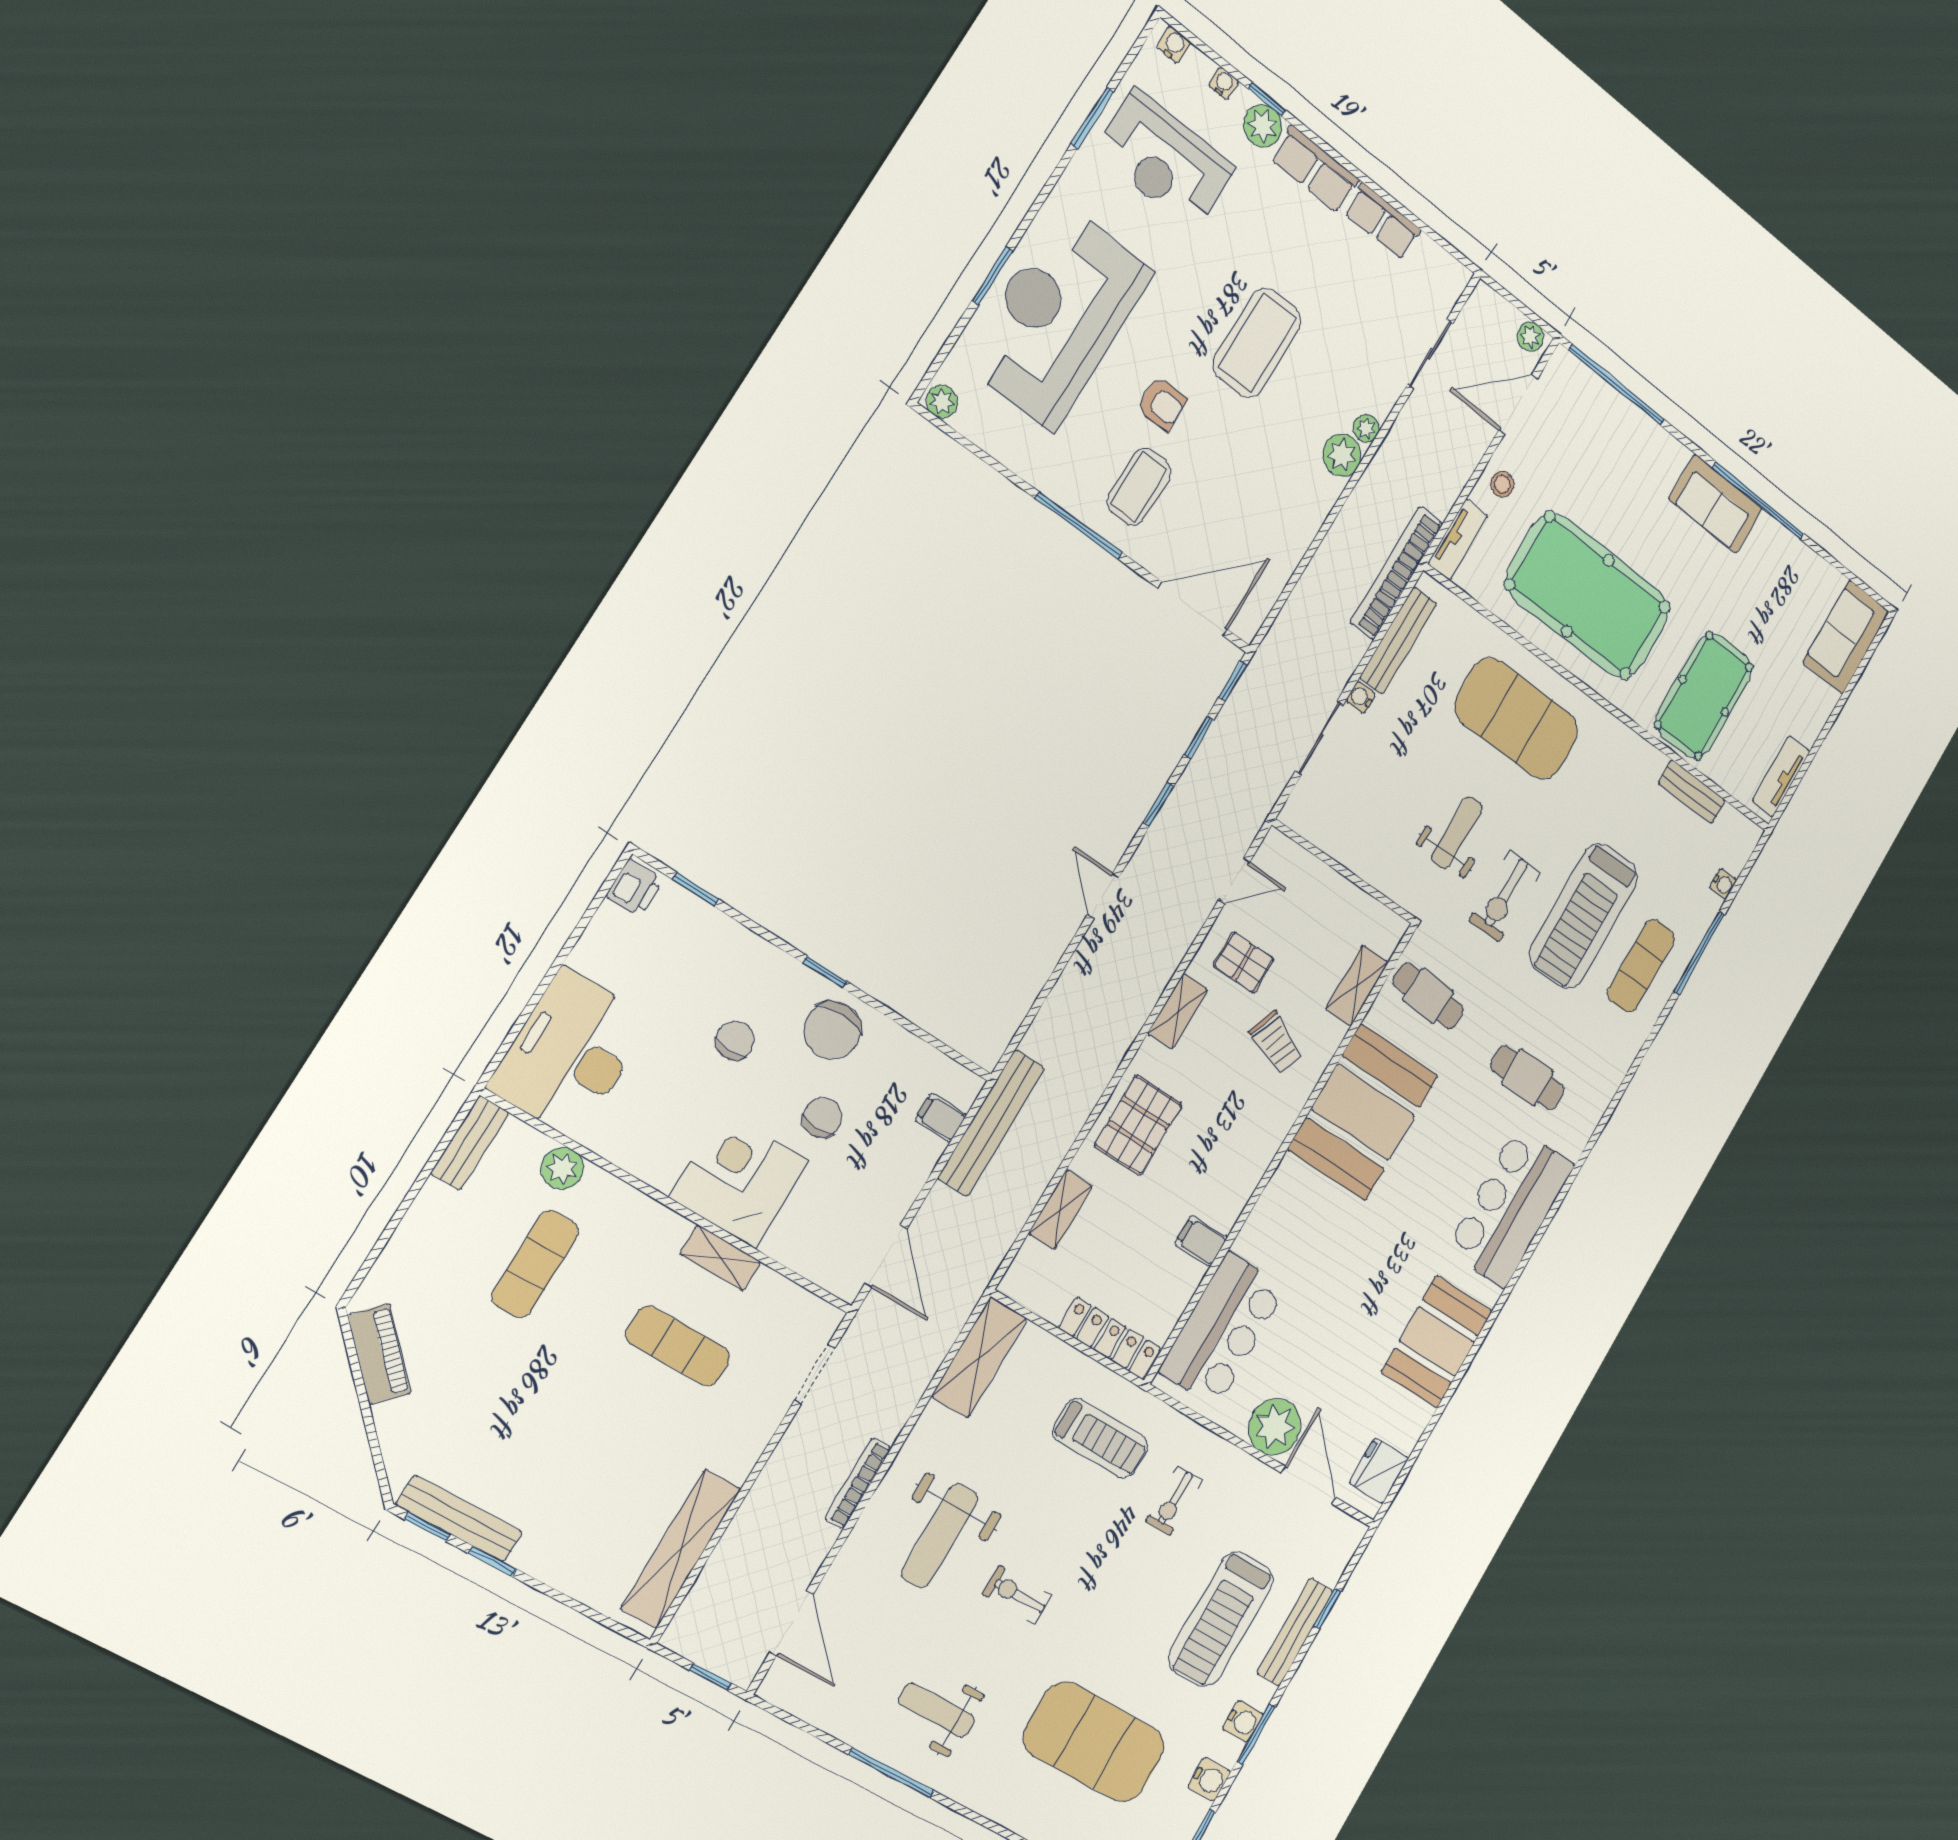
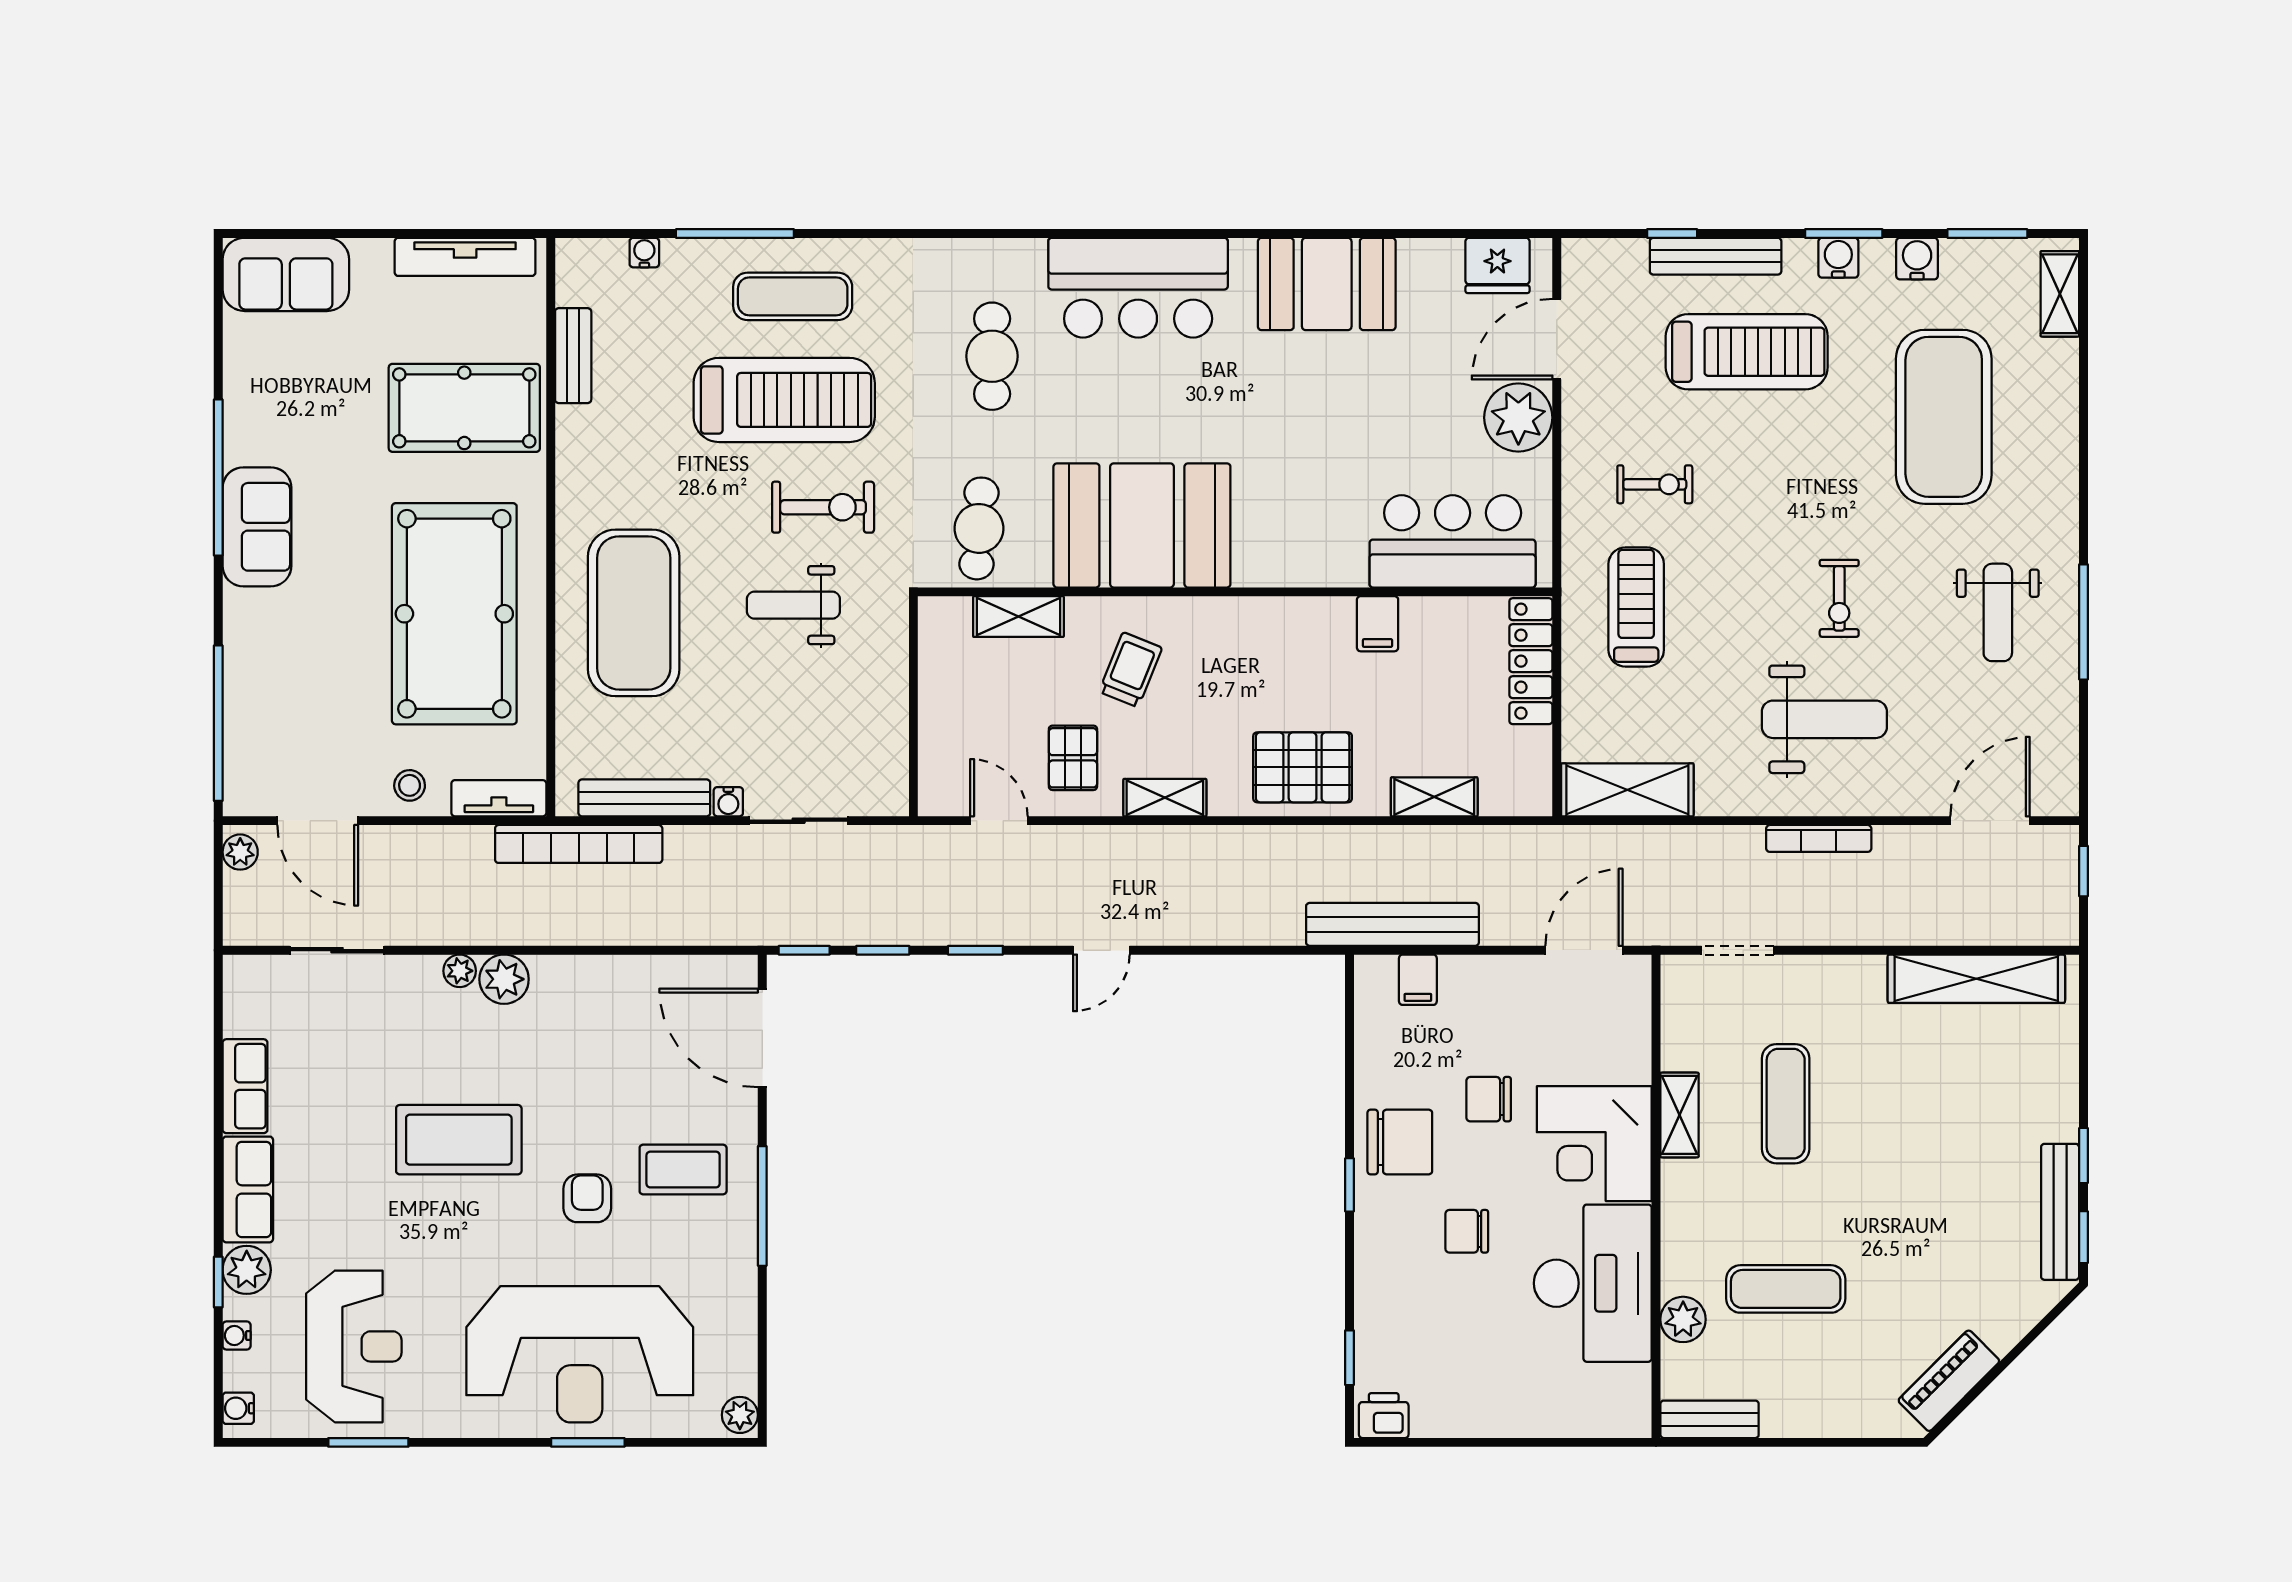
tv unit: (1781, 776) -> (465, 257), width x1.41
desk: (570, 1053) -> (1593, 1283), moved, turned -90

